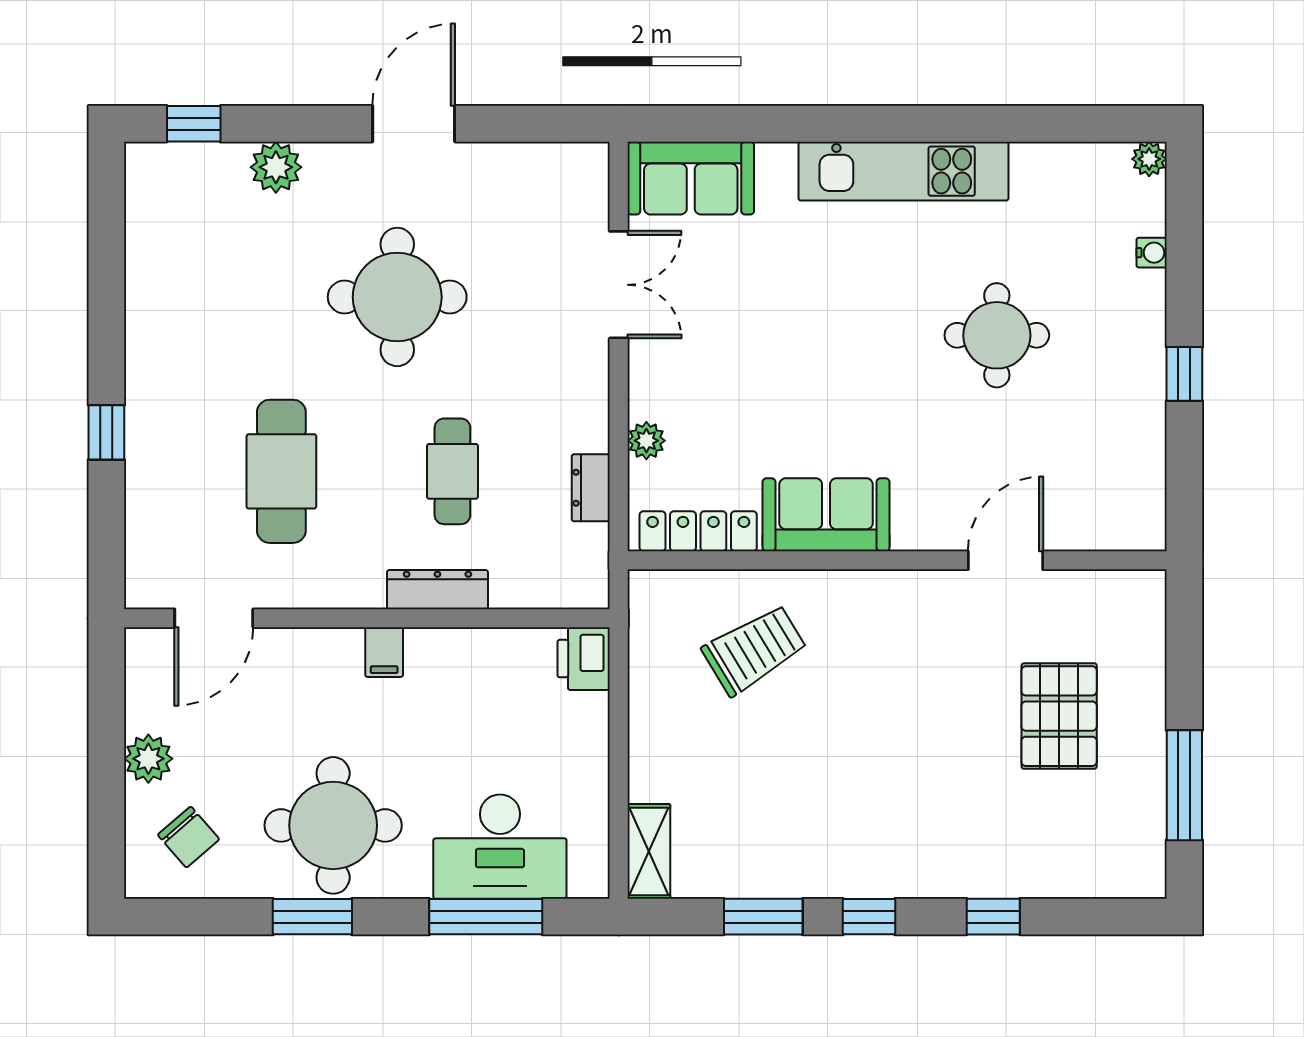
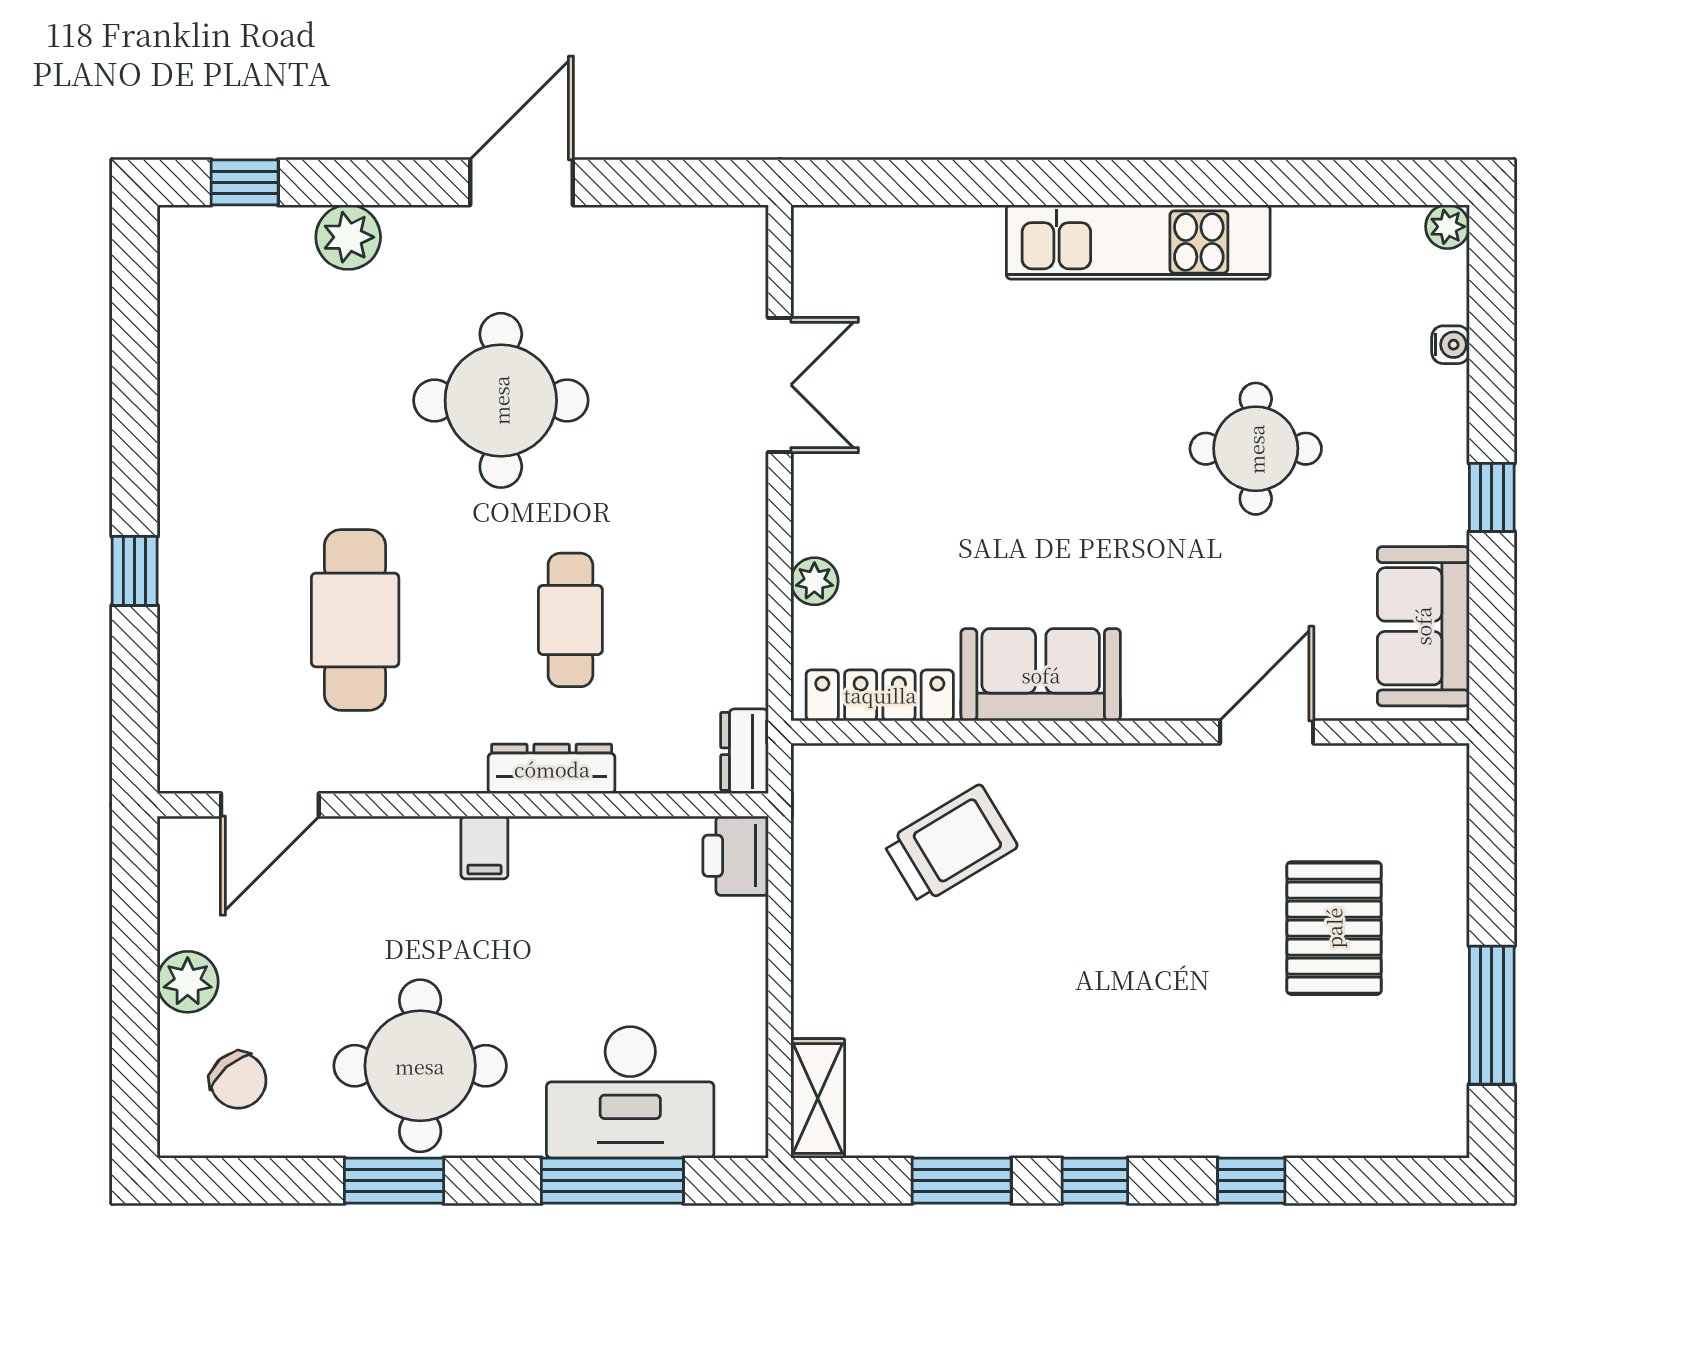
sofa: (691, 178) -> (1423, 626), moved, turned 90
dresser: (591, 488) -> (745, 751), moved

